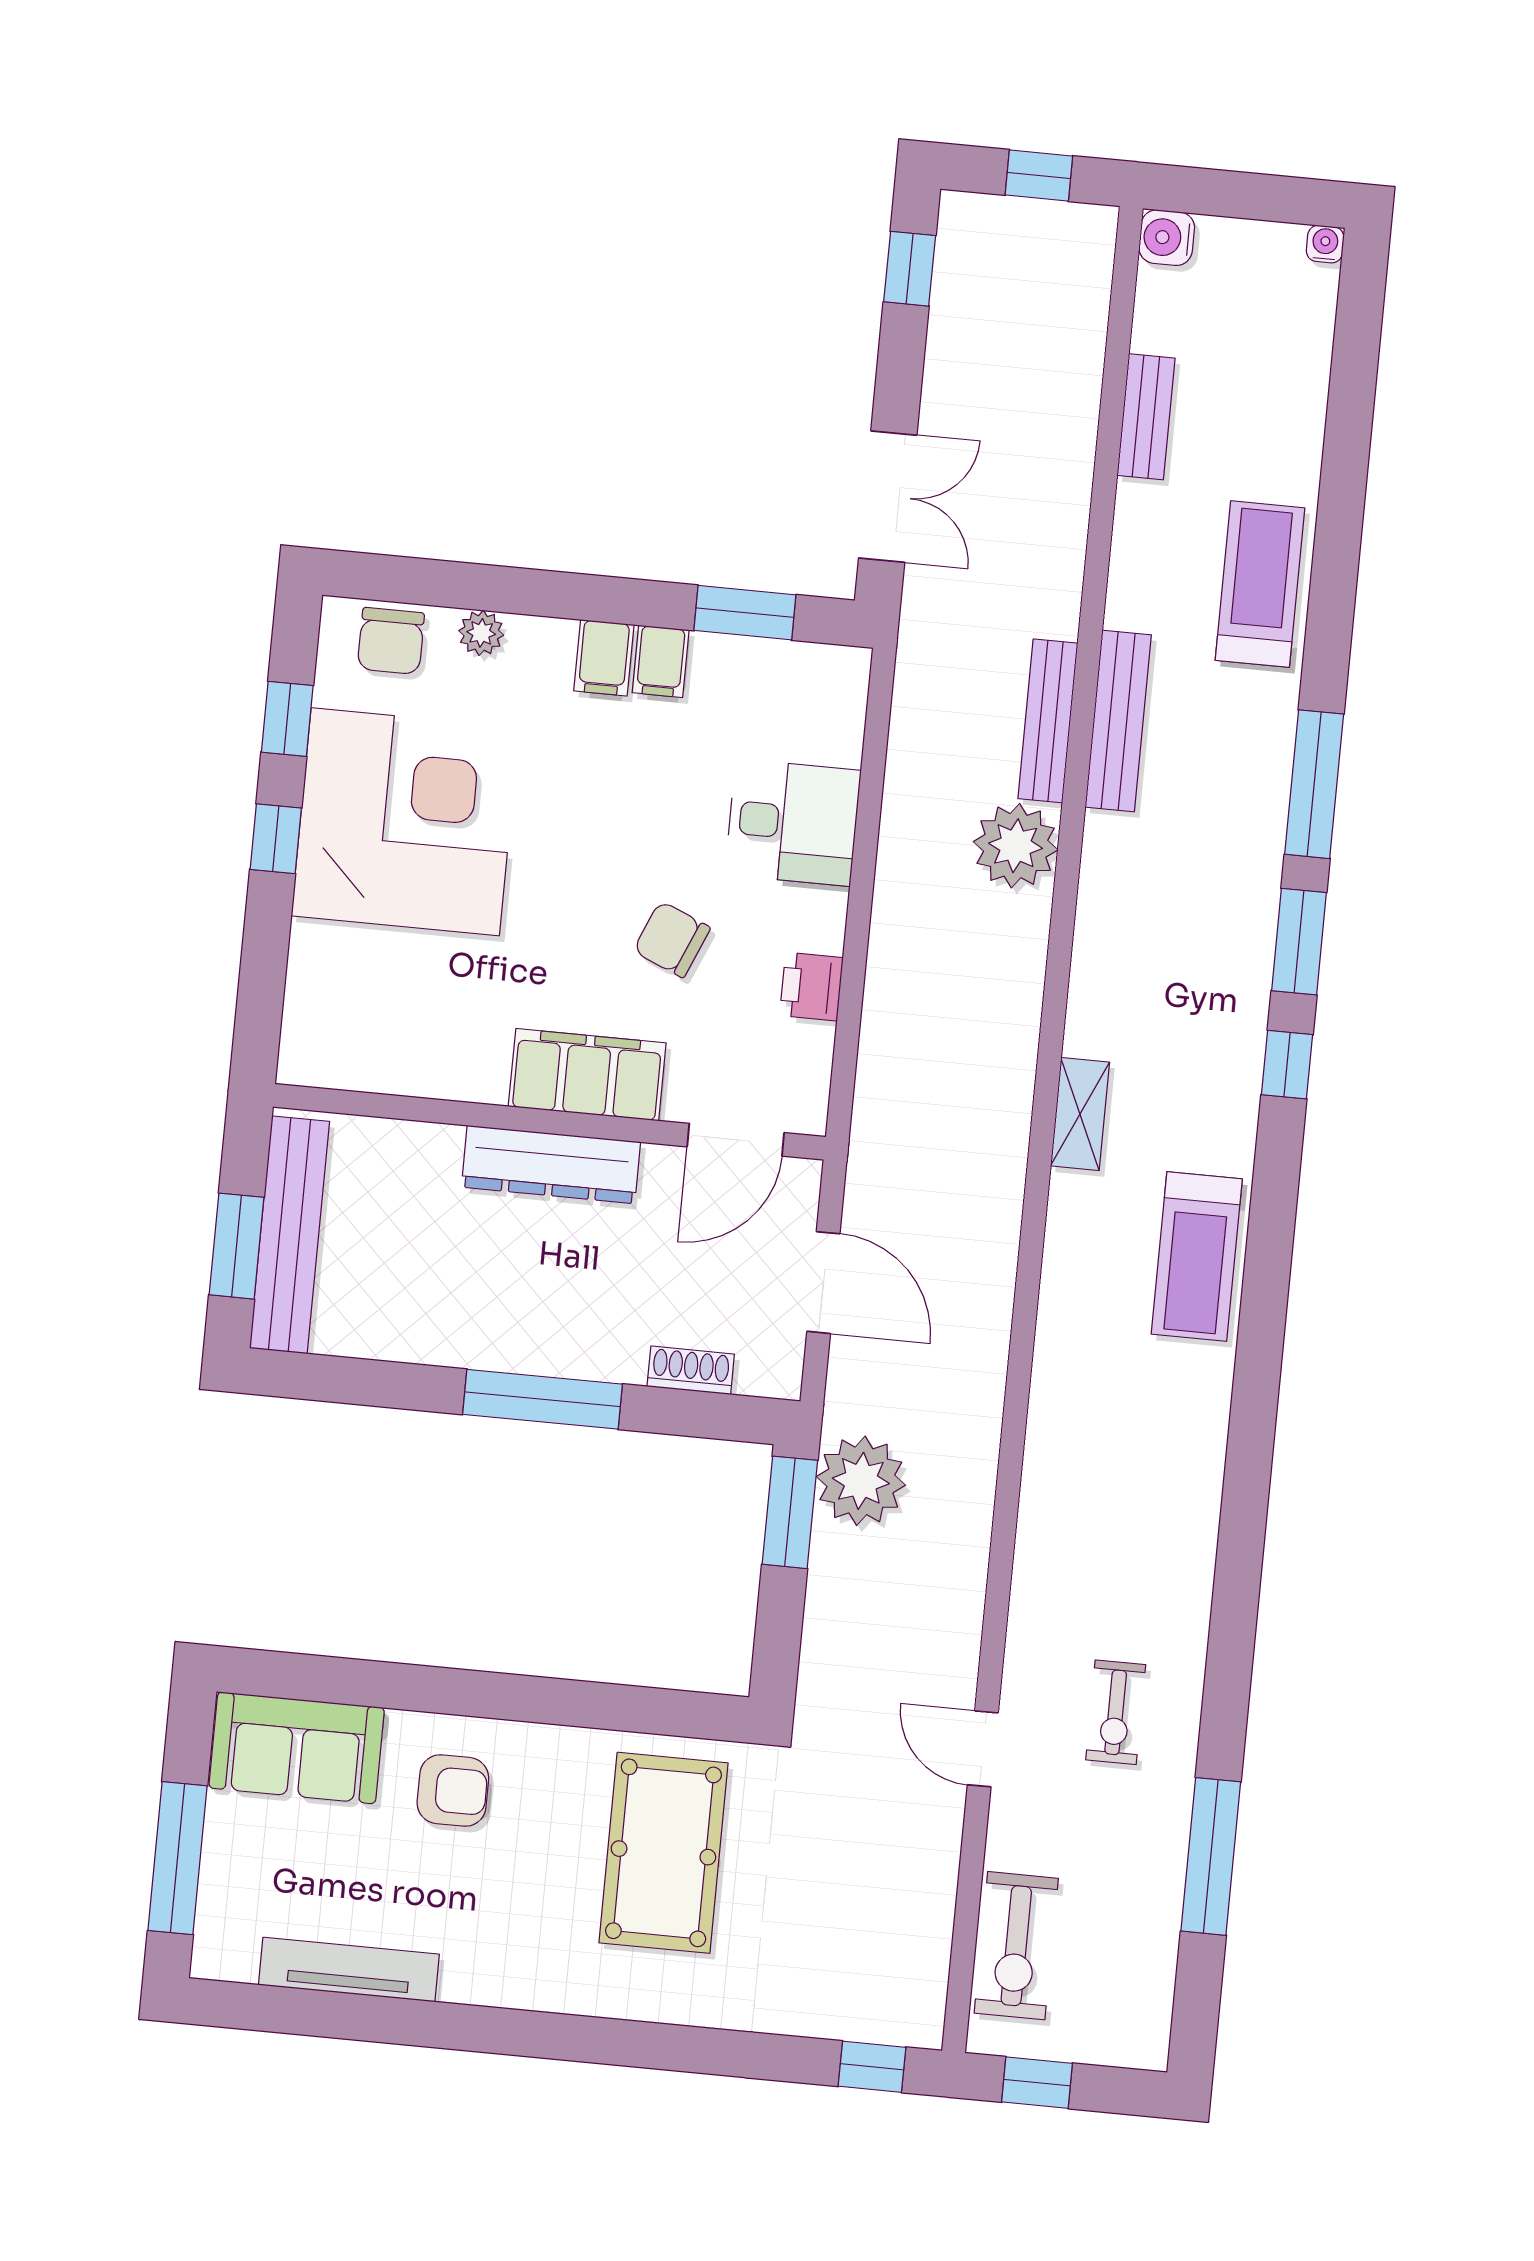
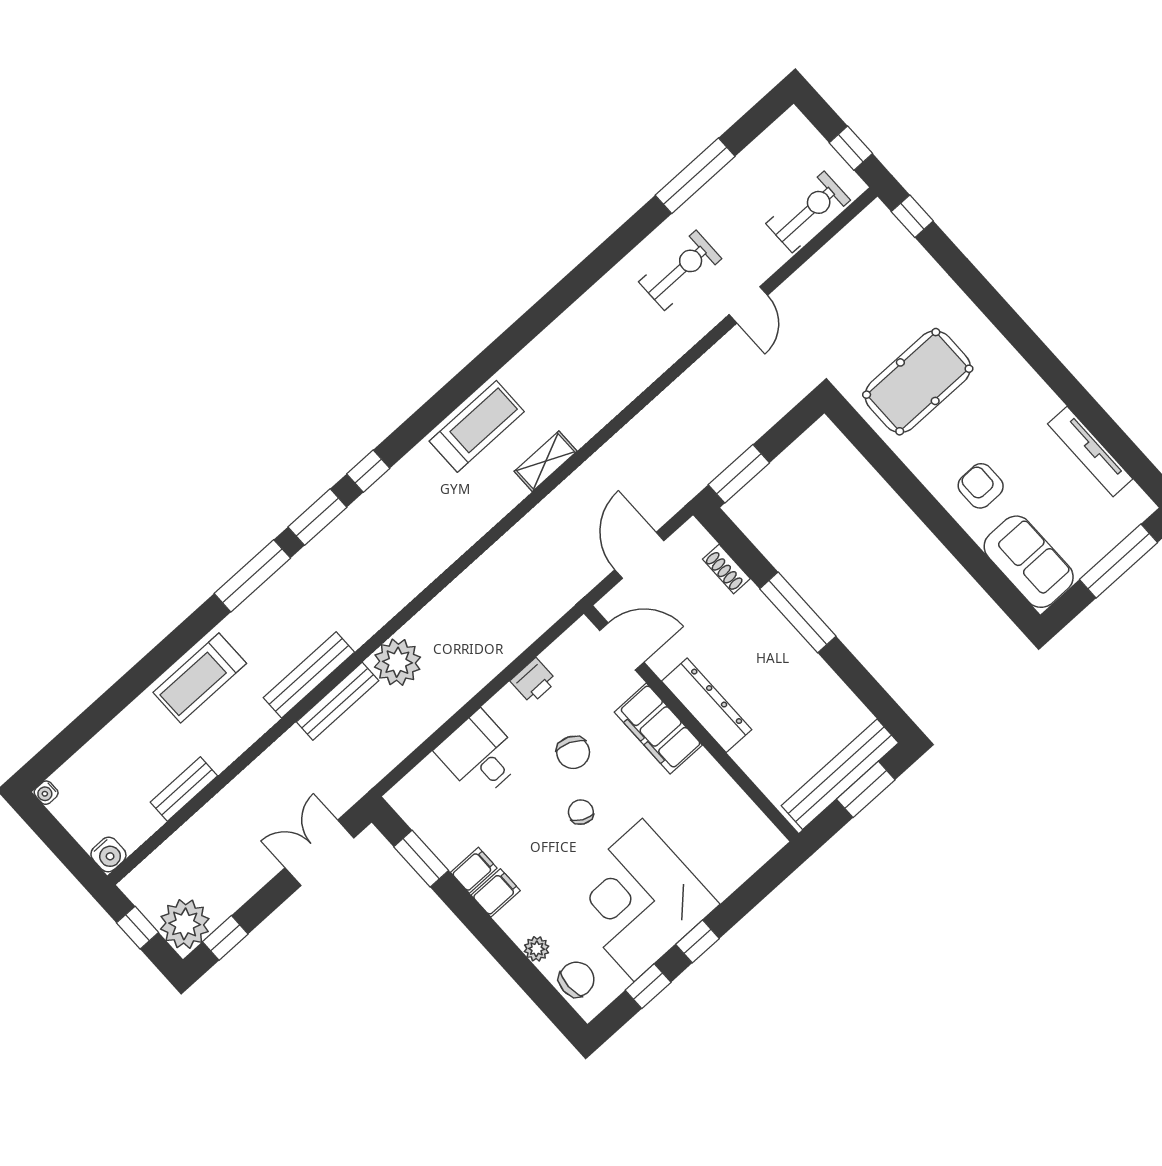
chair: (589, 869) -> (581, 812), added
shelving: (1080, 1114) -> (546, 461), moved
plant: (861, 1481) -> (185, 924), moved
exercise bike: (1116, 1712) -> (680, 270), width x1.38, depth x1.39

